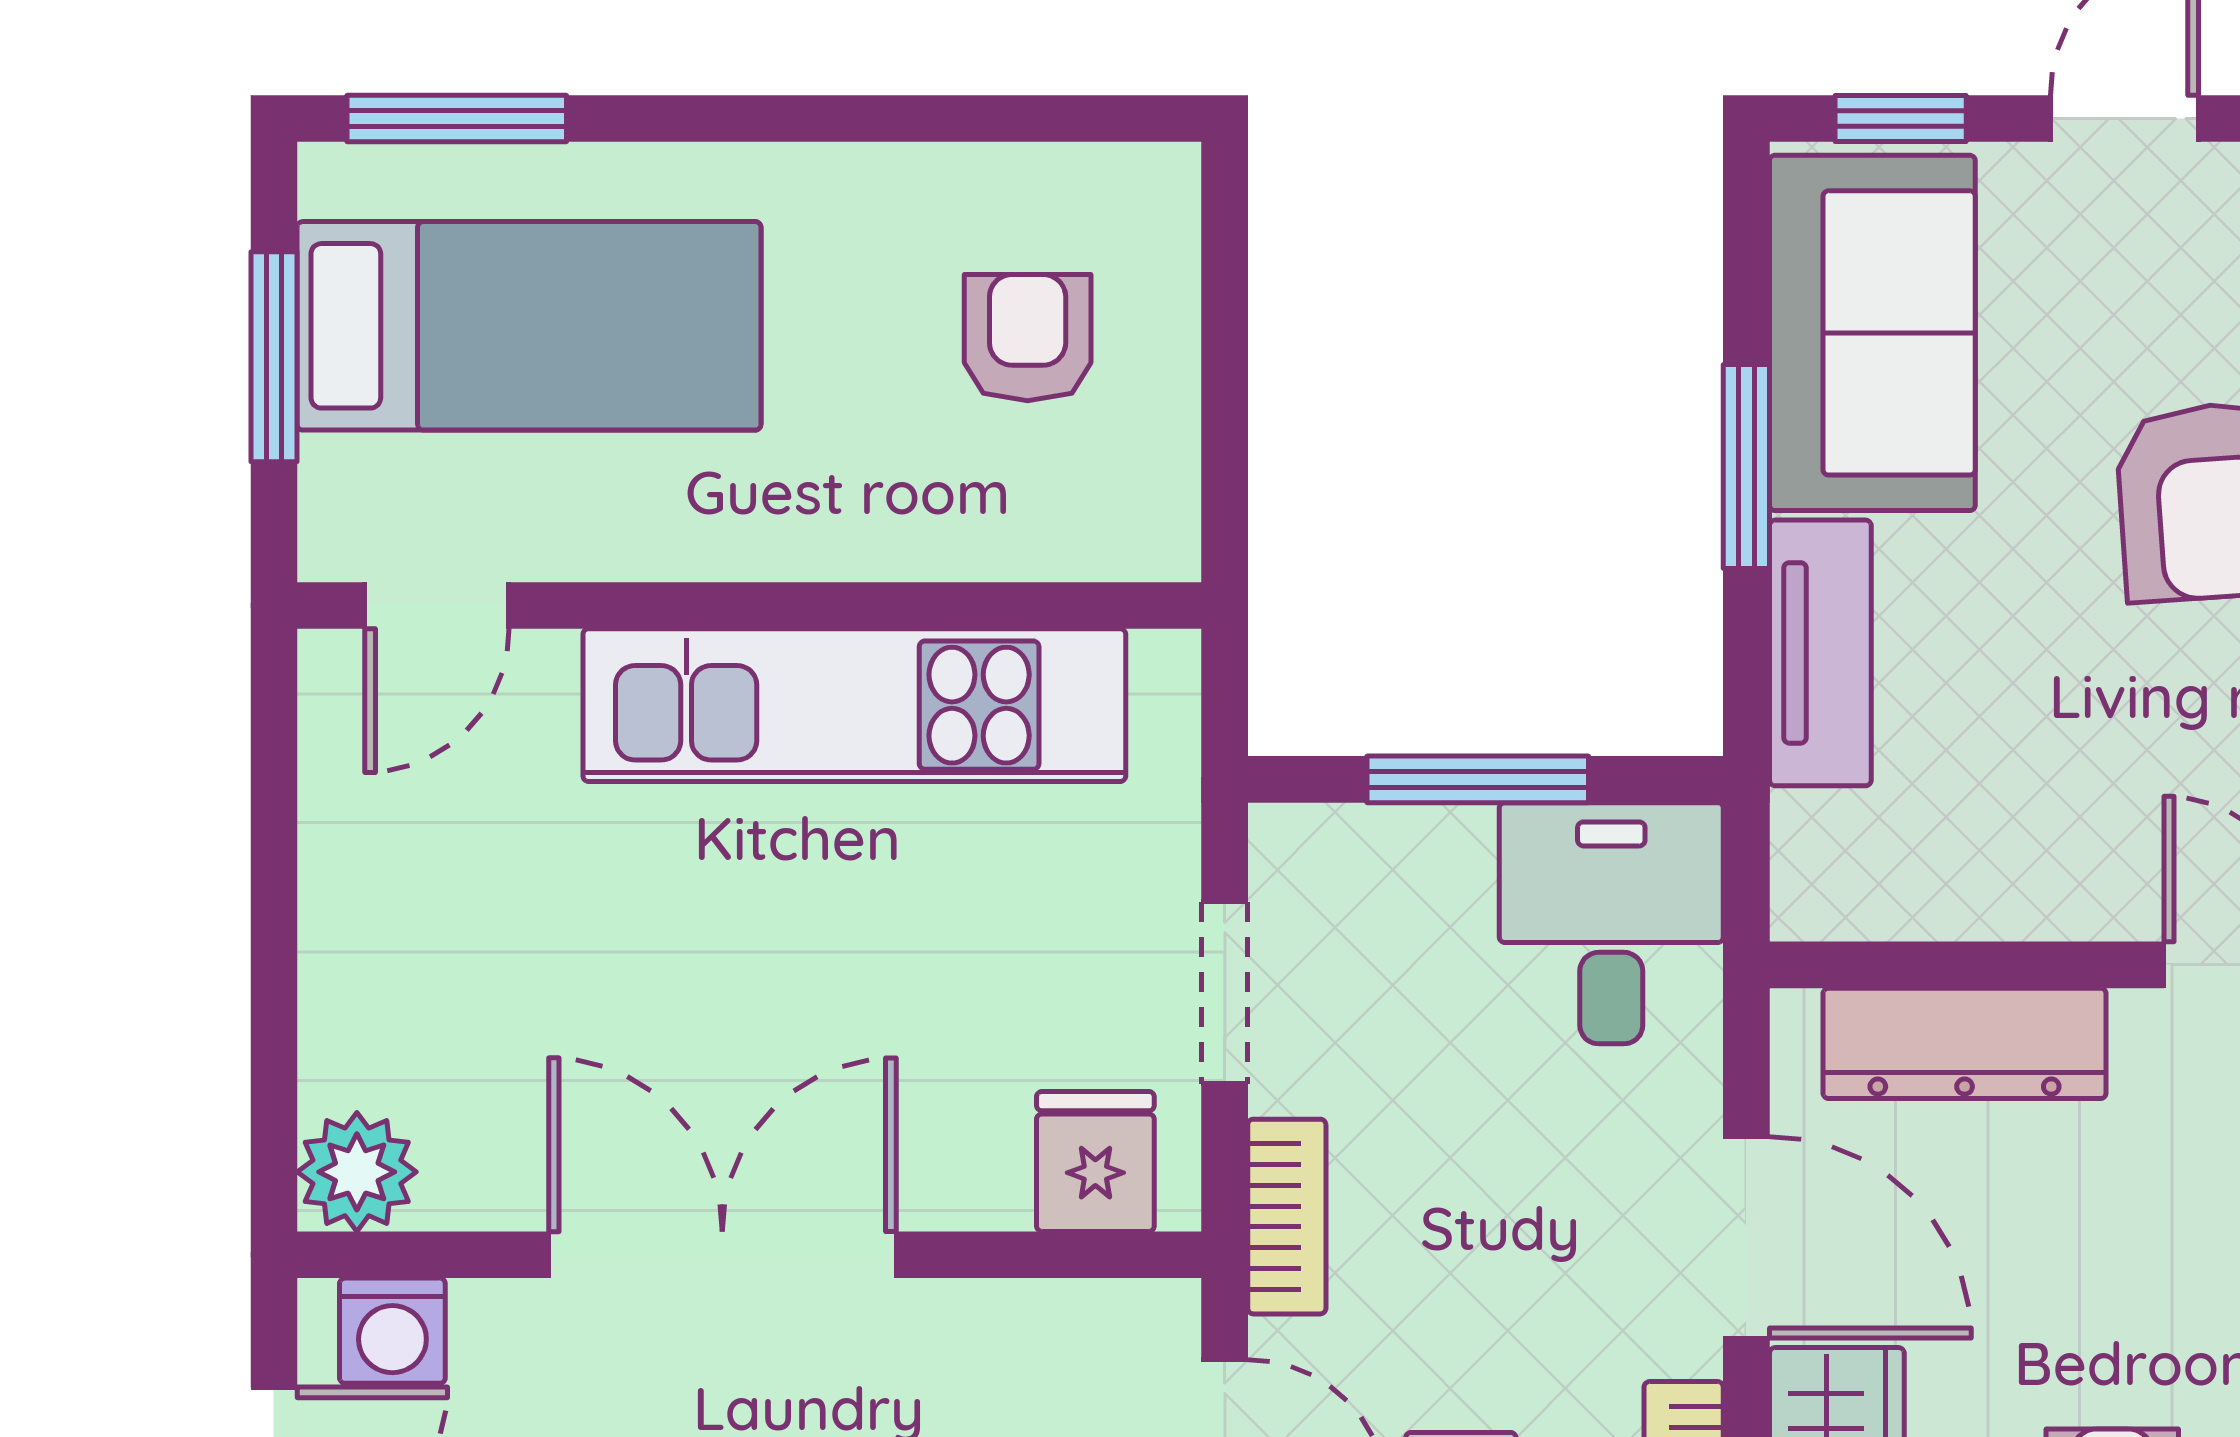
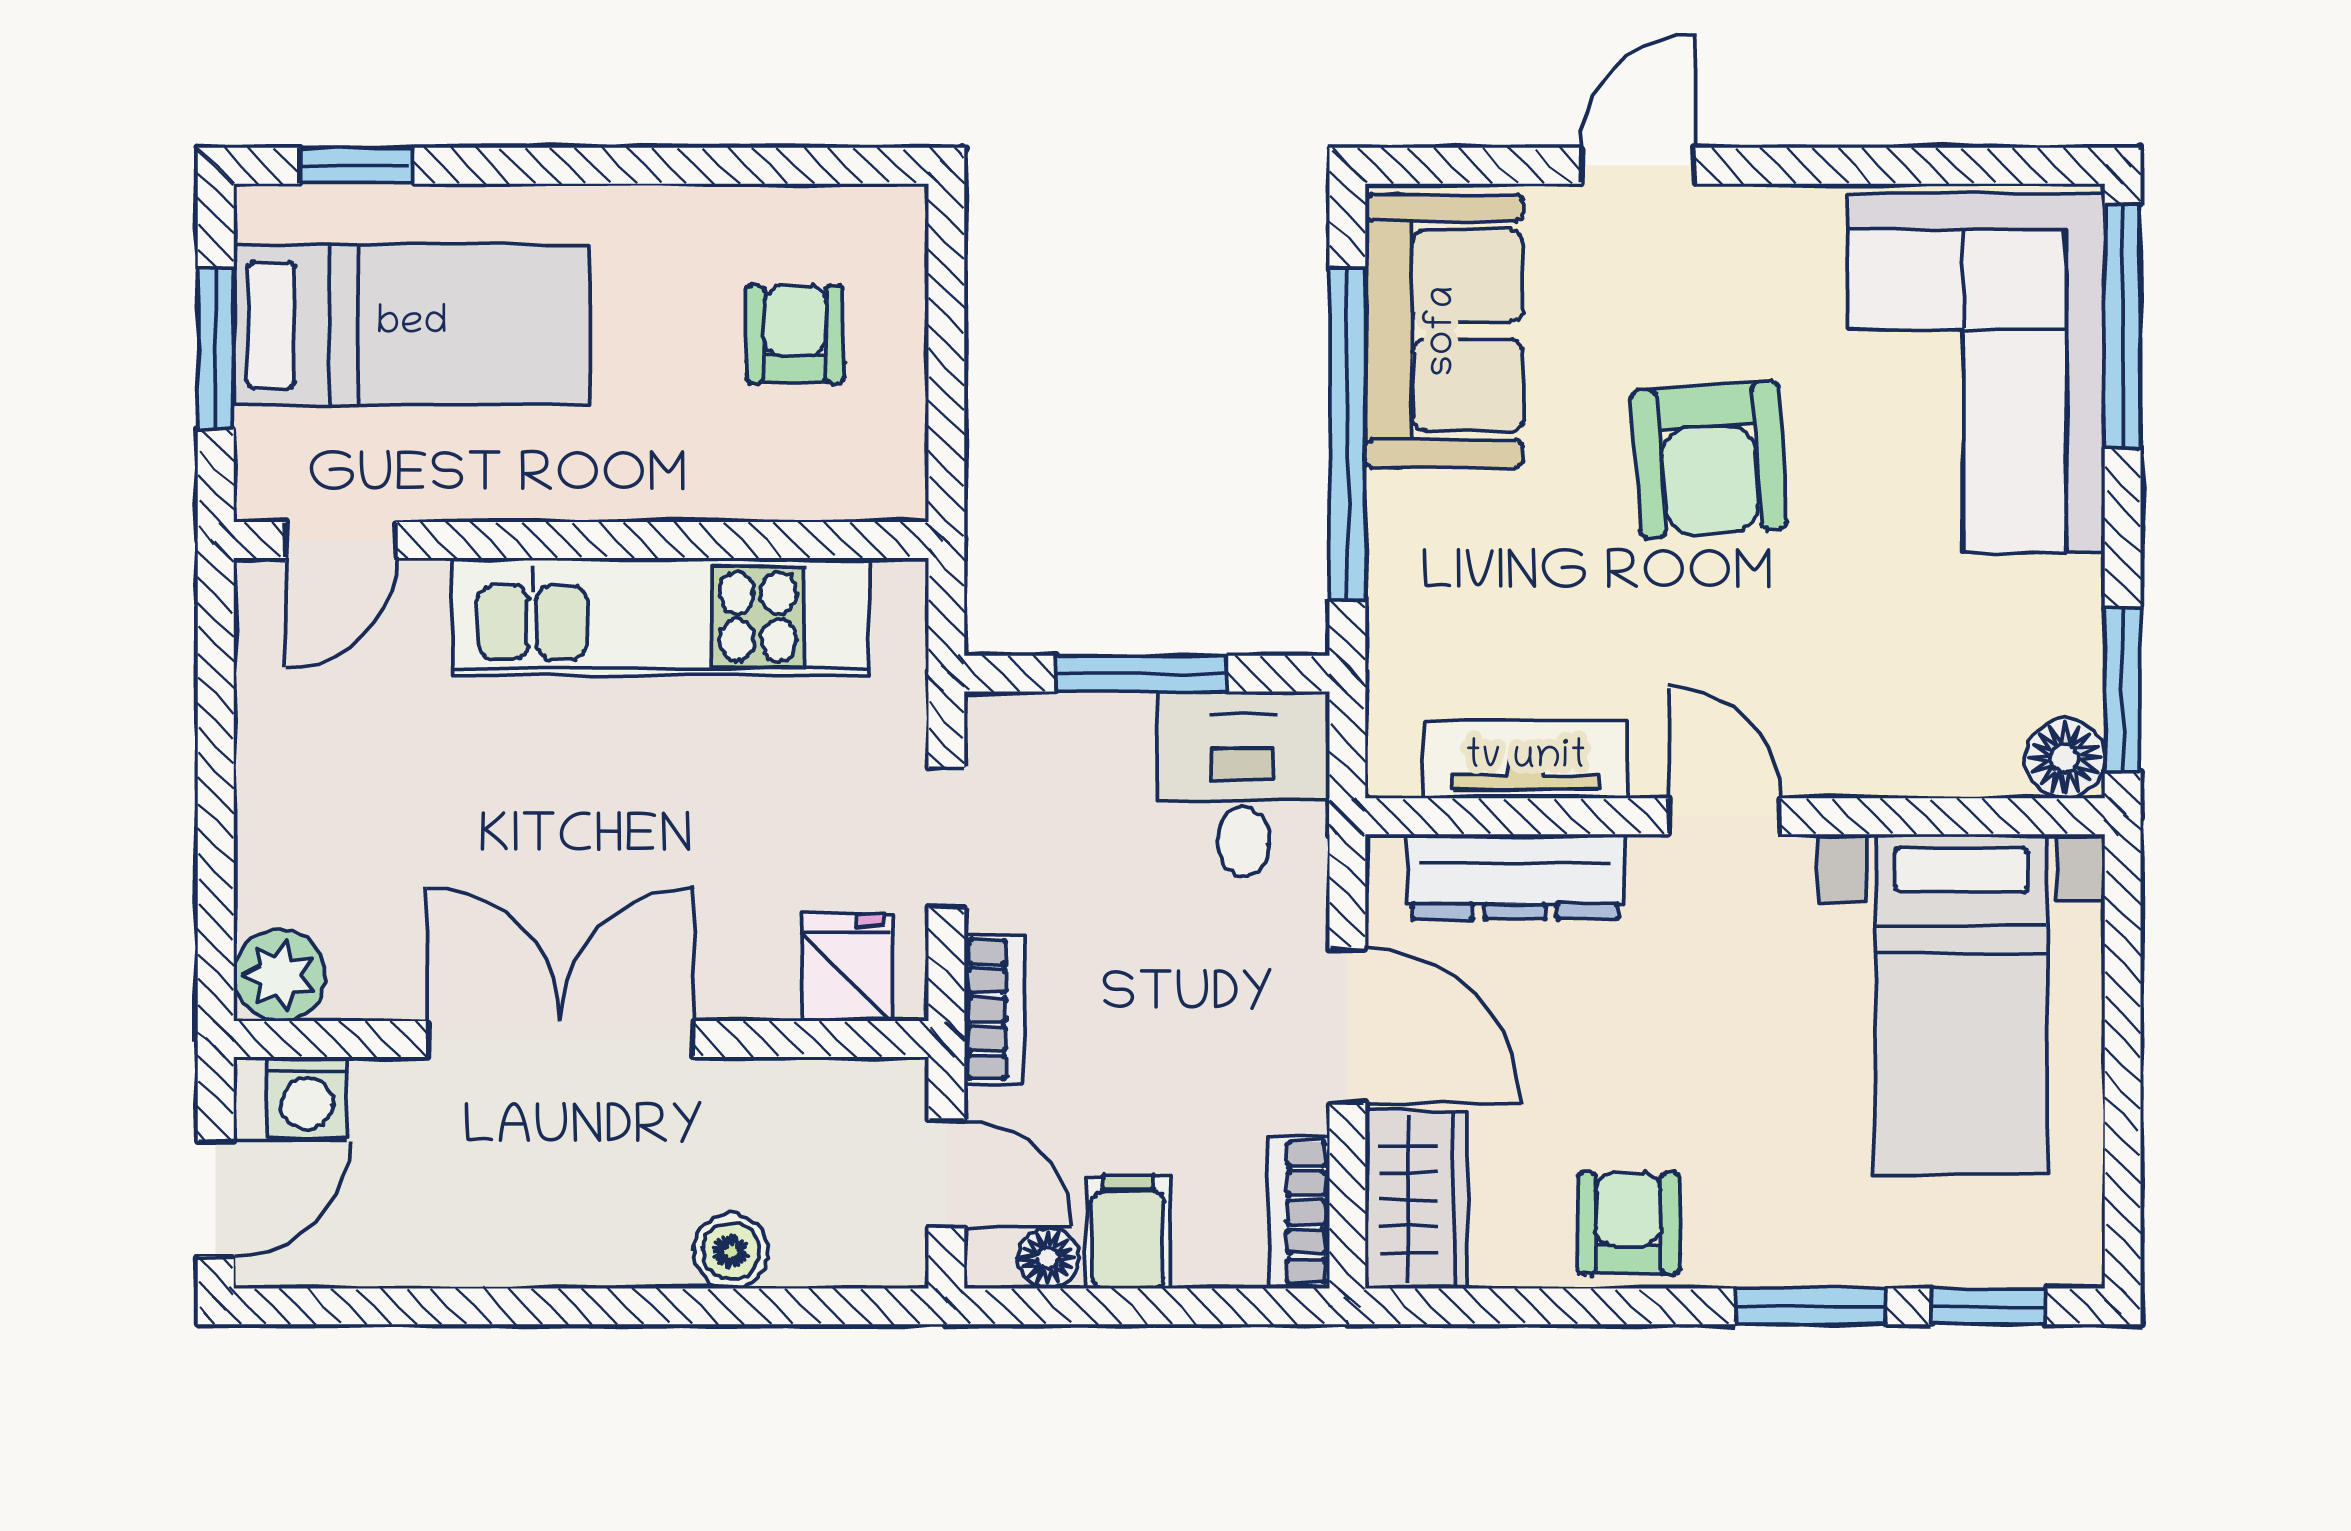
window: (457, 119) -> (356, 166), width x0.67
window: (1901, 119) -> (1466, 166), removed
window: (1746, 466) -> (1347, 433), width x2.11
tv unit: (1820, 653) -> (1526, 759), moved, turned -90

